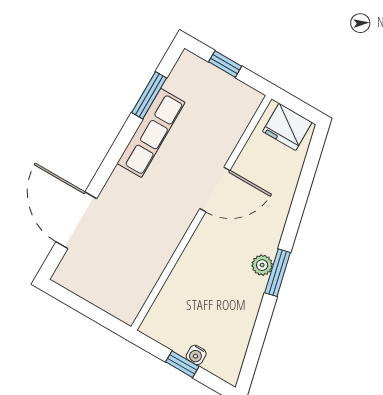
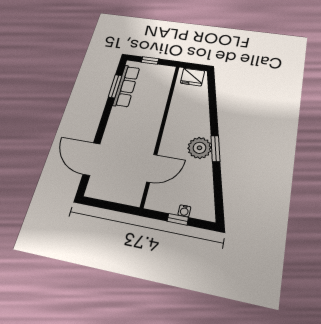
row of seats: (151, 133) -> (126, 86), moved
door: (215, 189) -> (152, 168), moved
plant: (262, 265) -> (199, 148), width x1.88, depth x1.88

